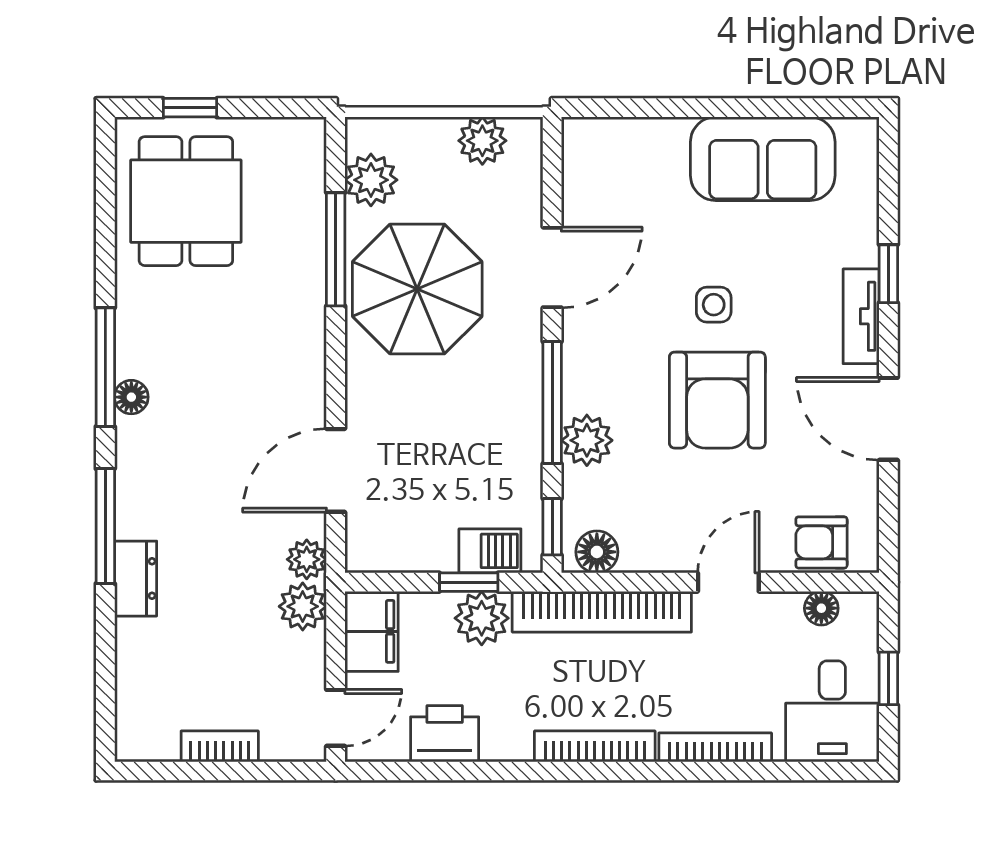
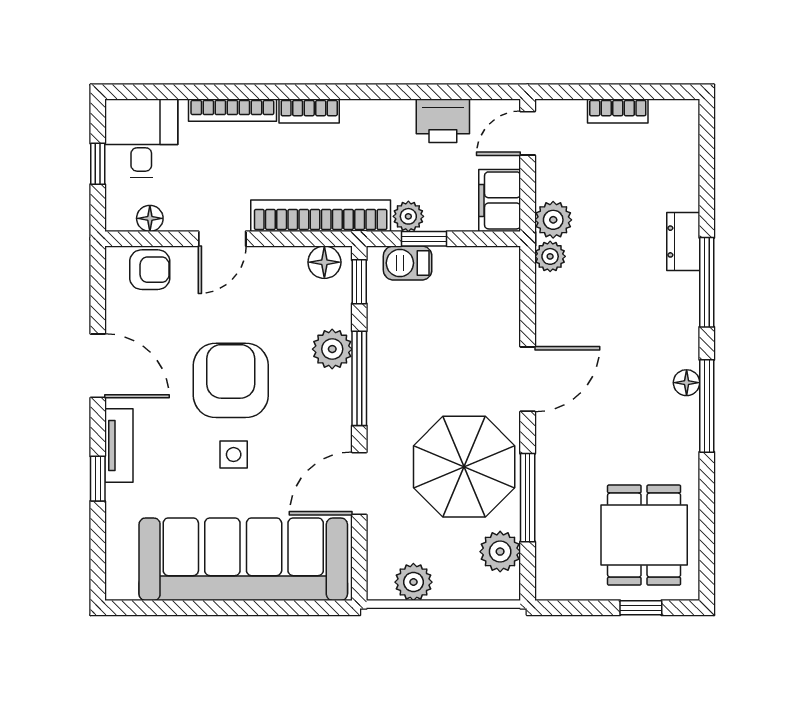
sofa: (763, 159) -> (243, 559), width x1.85, depth x1.27
door: (336, 470) -> (528, 379), moved
plant: (482, 618) -> (408, 216), width x0.73, depth x0.73
bookcase: (595, 746) -> (309, 111), width x0.64

